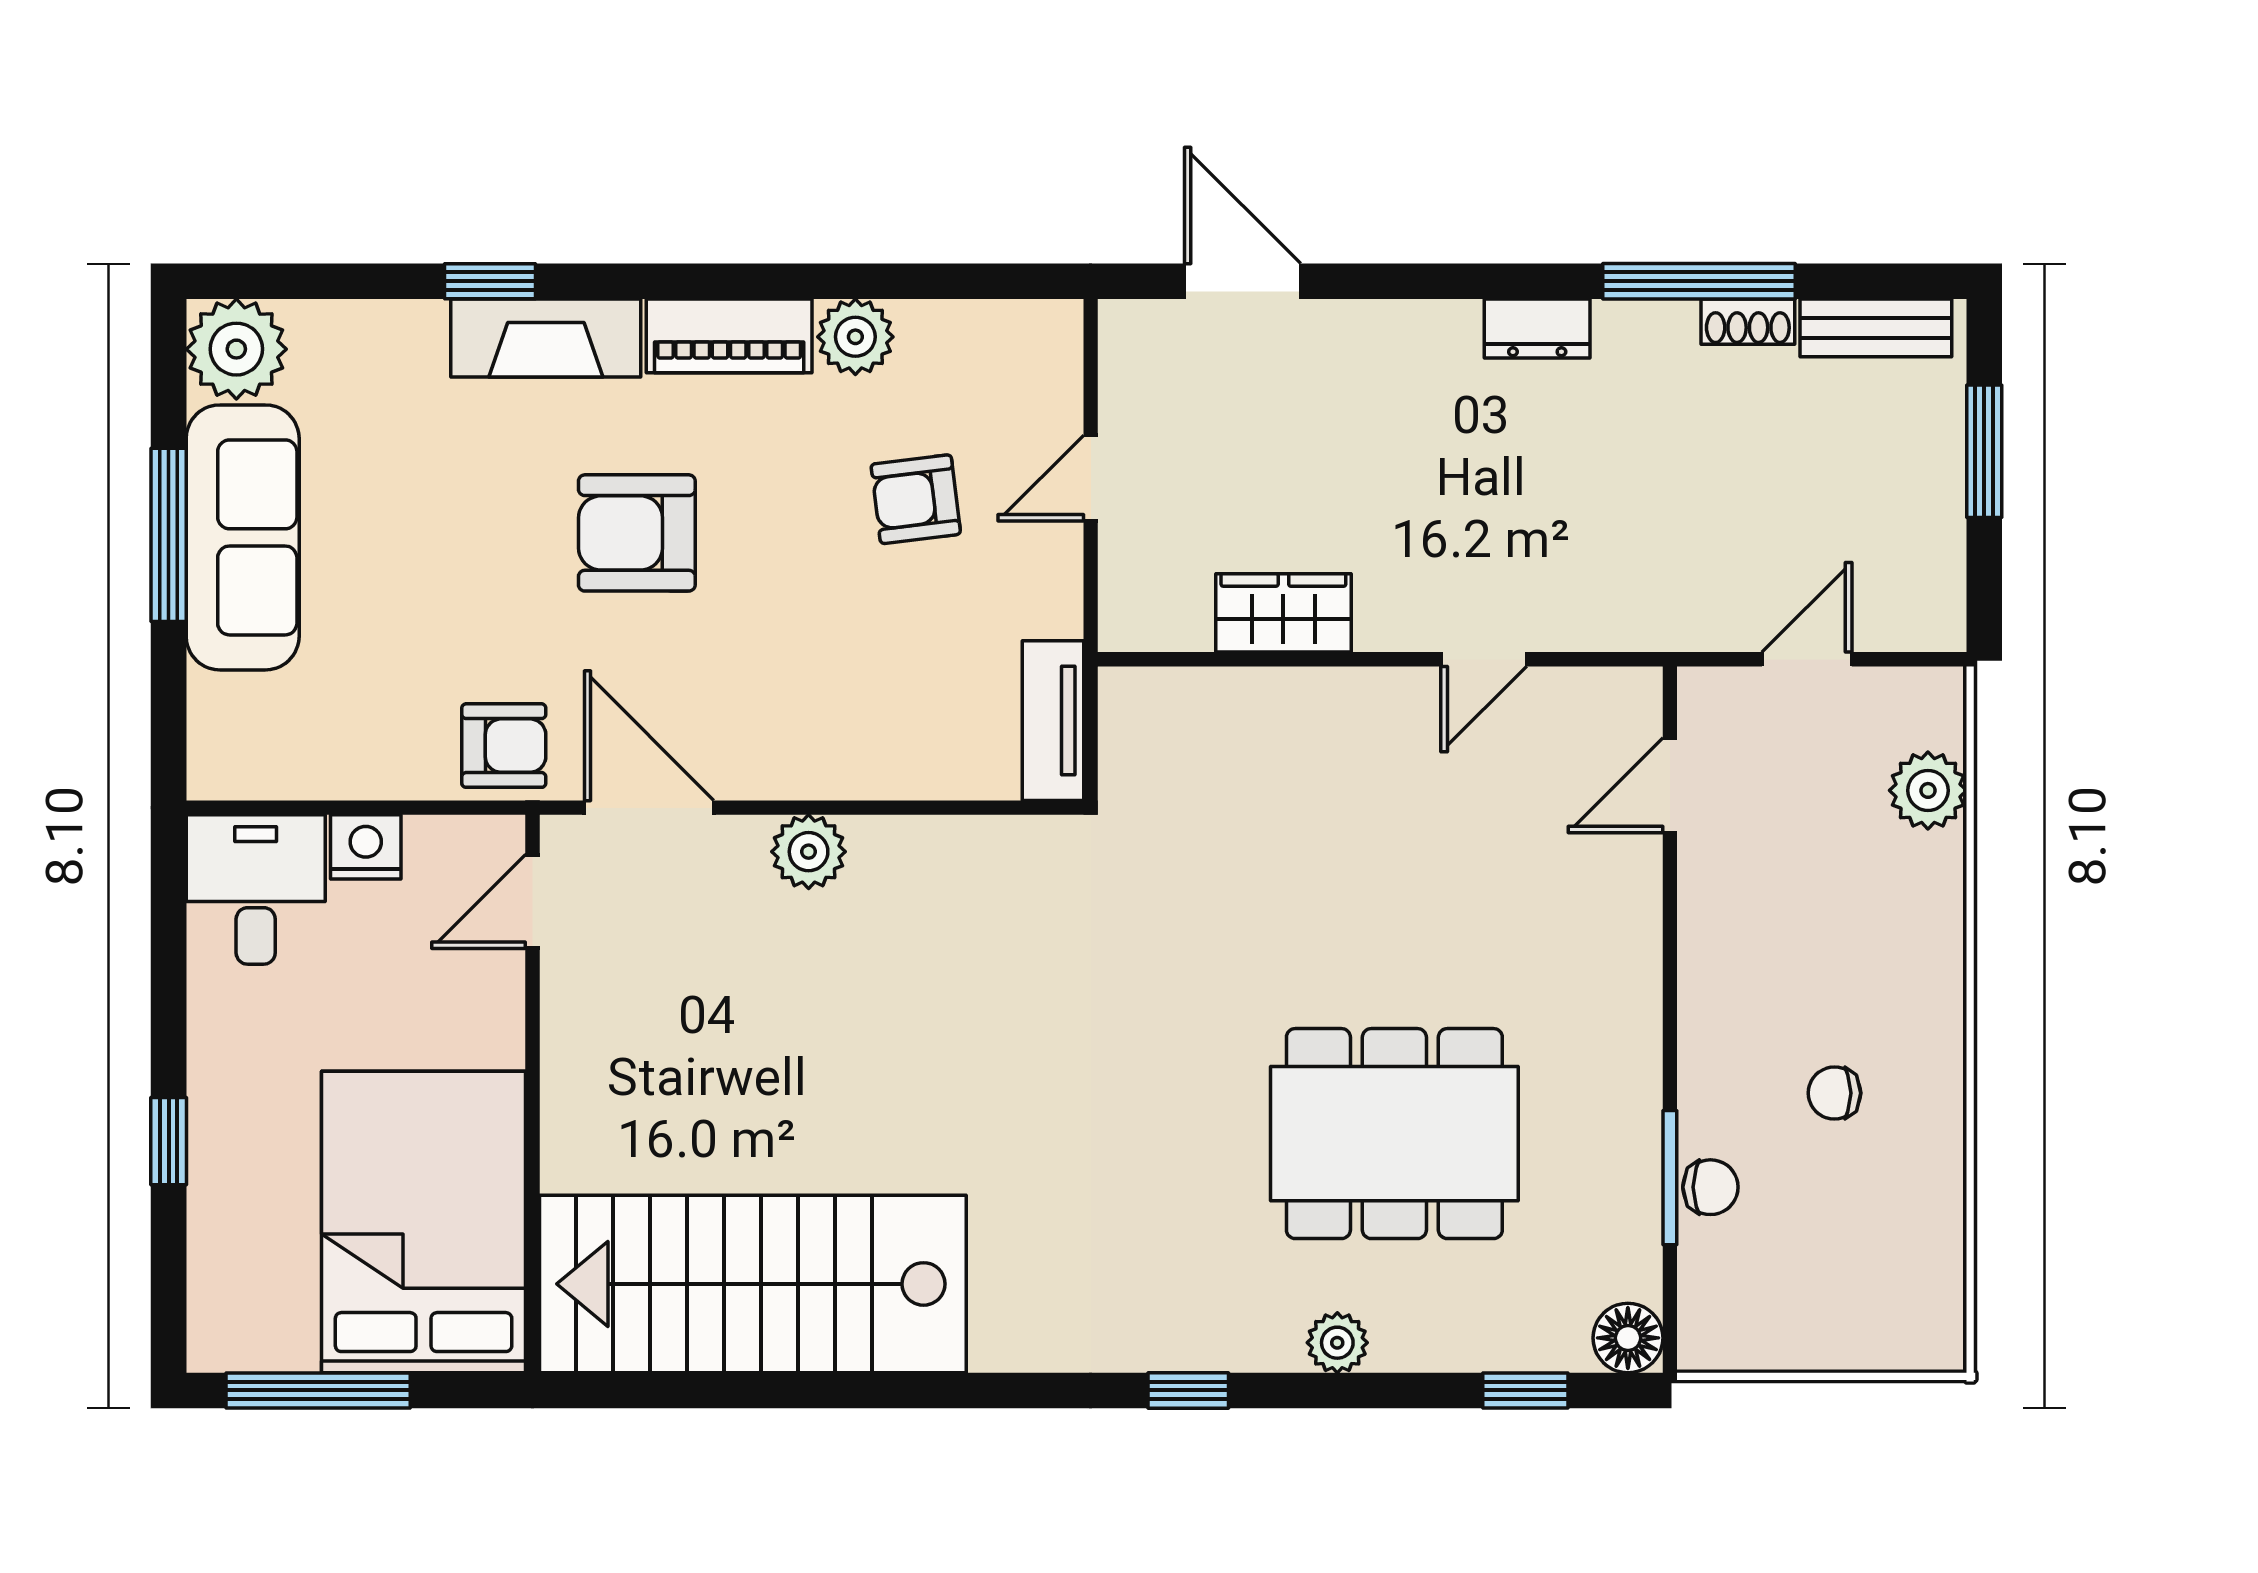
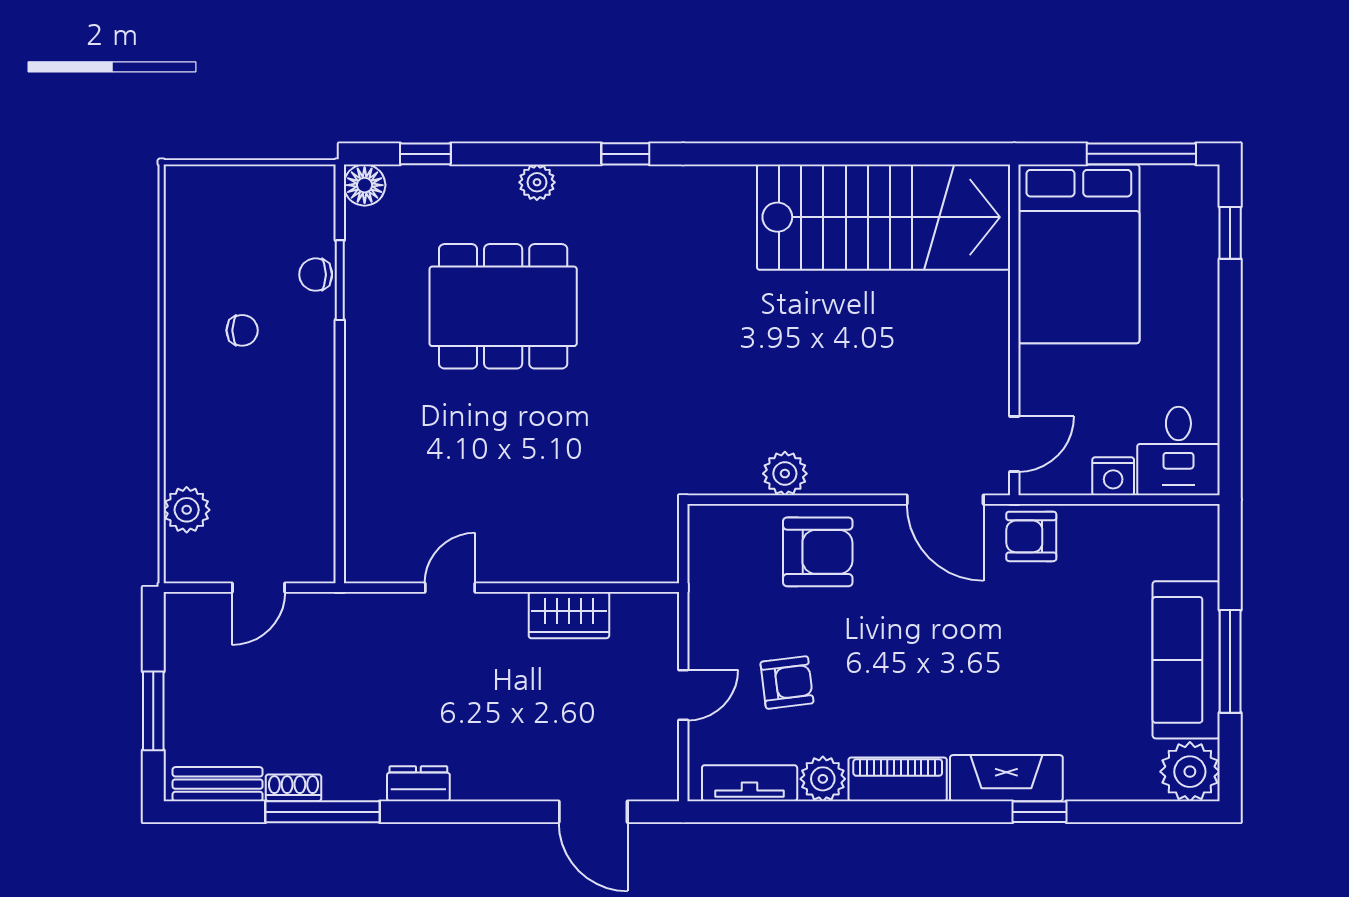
armchair: (637, 533) -> (818, 552), moved
tv unit: (1053, 721) -> (750, 783), moved, turned -90
door: (1670, 785) -> (340, 513), removed
plant: (809, 852) -> (785, 474), moved
window: (169, 1141) -> (1230, 233), moved

